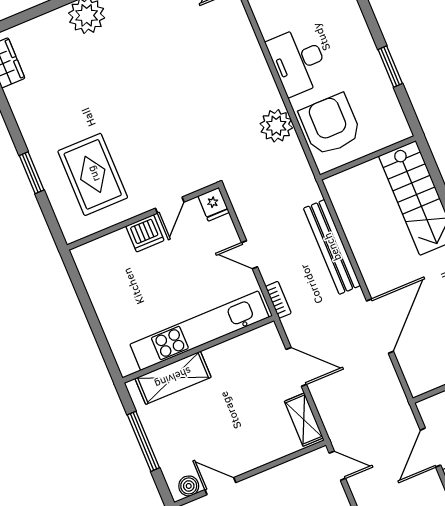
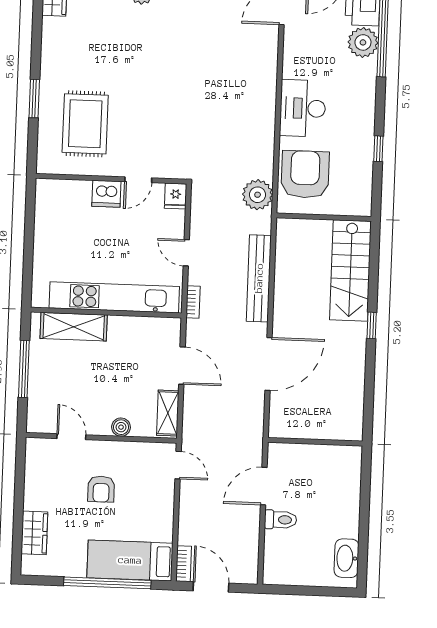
window: (390, 66) -> (378, 149), width x0.67
plant: (276, 126) -> (258, 195), moved
boiler: (189, 486) -> (121, 427), moved

